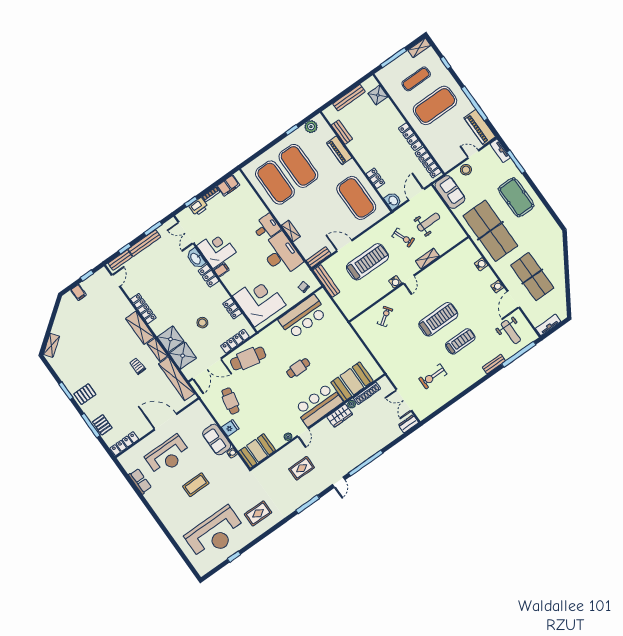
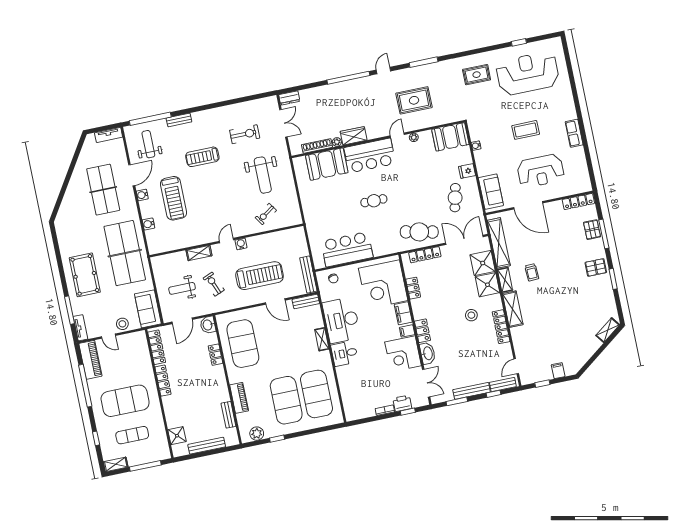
filing cabinet: (228, 186) -> (403, 313), moved, turned -90
treadmill: (367, 262) -> (260, 276), turned 180
treadmill: (438, 319) -> (174, 198), moved, turned -90
stool: (202, 323) -> (471, 315), moved
weight bench: (402, 348) -> (263, 175), added
sofa: (217, 440) -> (491, 192), moved
reception desk: (168, 456) -> (541, 171), turned 180
rug: (302, 468) -> (414, 100), width x1.36, depth x1.43
row of seats: (140, 481) -> (574, 133), moved

